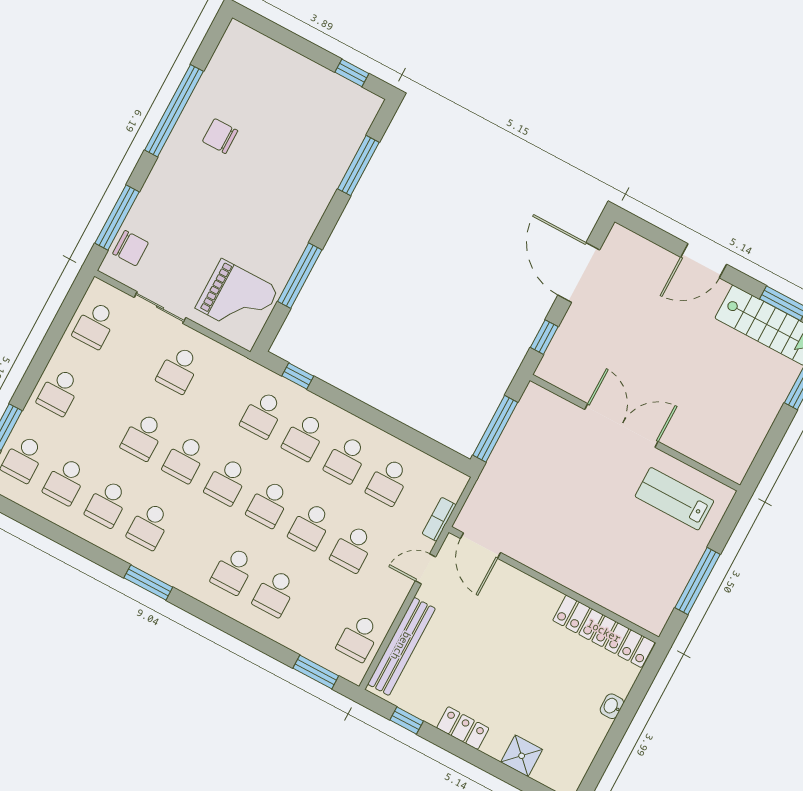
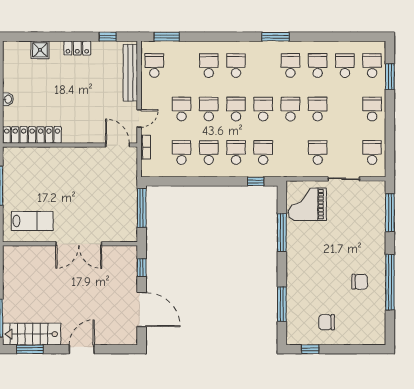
chair: (131, 248) -> (327, 322), moved

